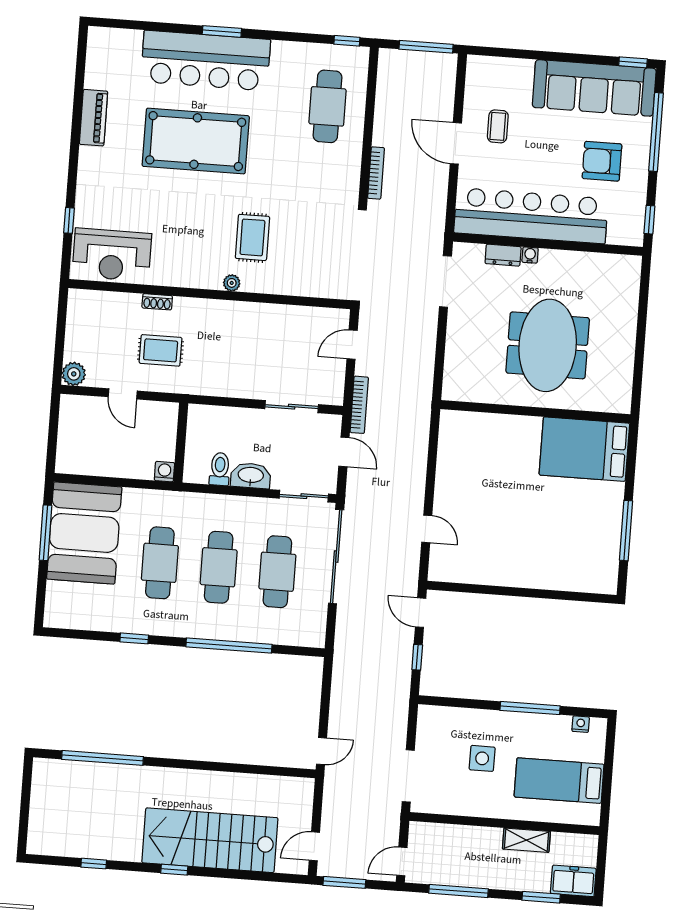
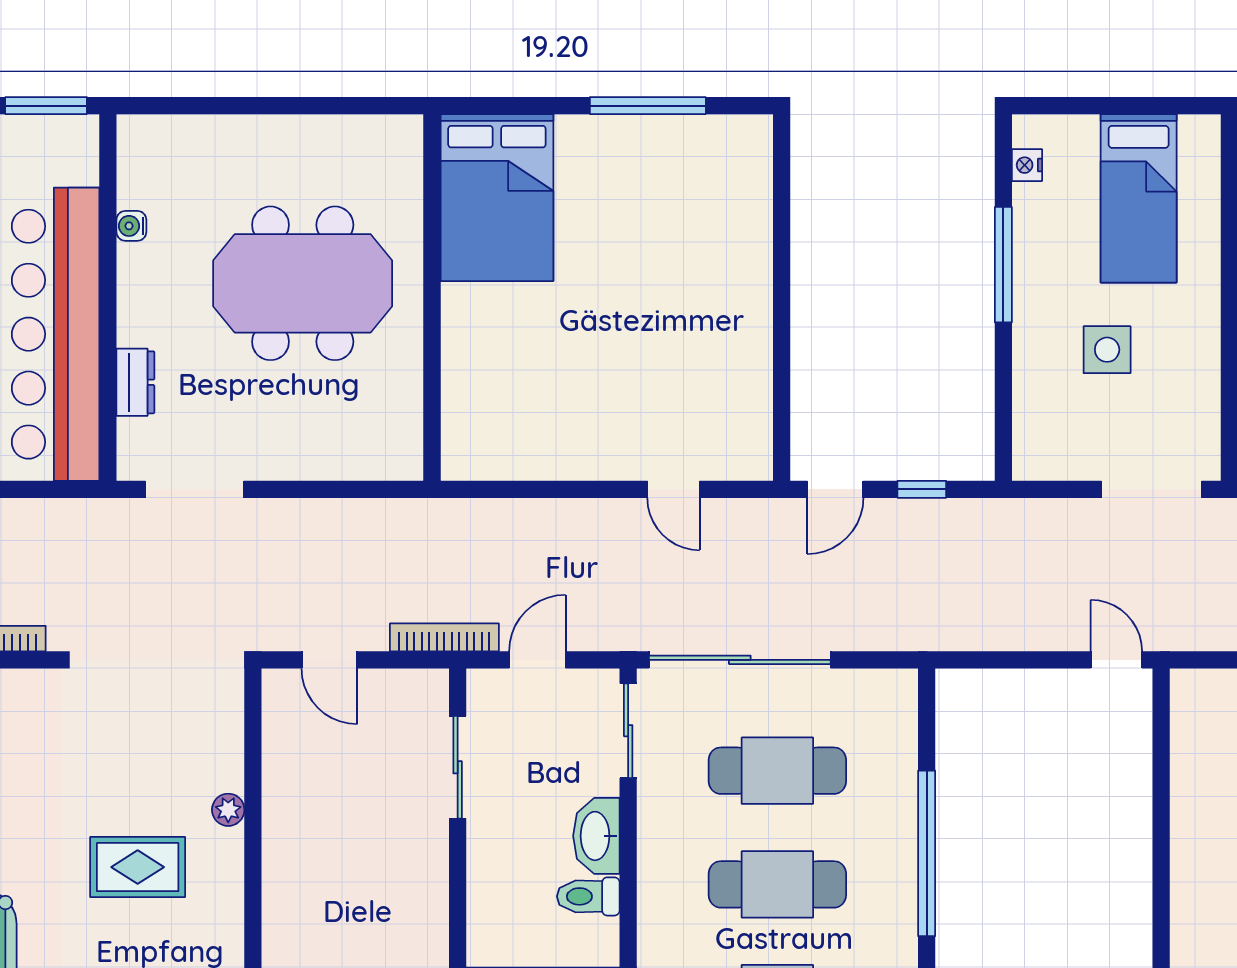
window: (649, 220) -> (46, 106), width x1.50
water cooler: (530, 255) -> (131, 226), moved
plant: (232, 283) -> (228, 810), moved
door: (427, 529) -> (674, 489), swing flipped

